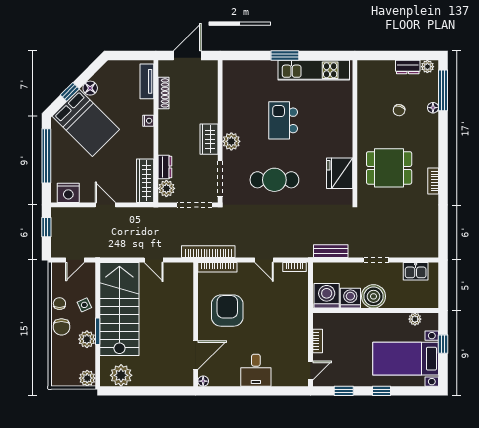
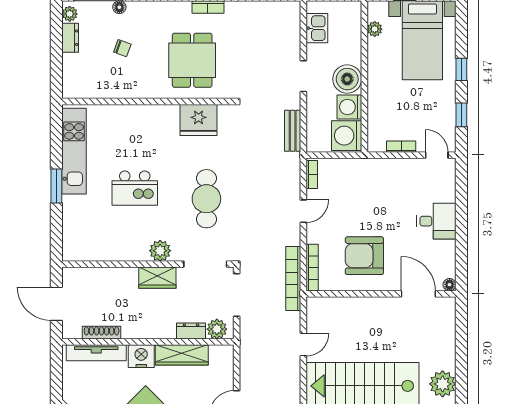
tv unit: (147, 81) -> (96, 353), width x1.41
nightstand: (148, 121) -> (141, 356), width x1.89, depth x1.79
wardrobe: (145, 181) -> (182, 355), moved

